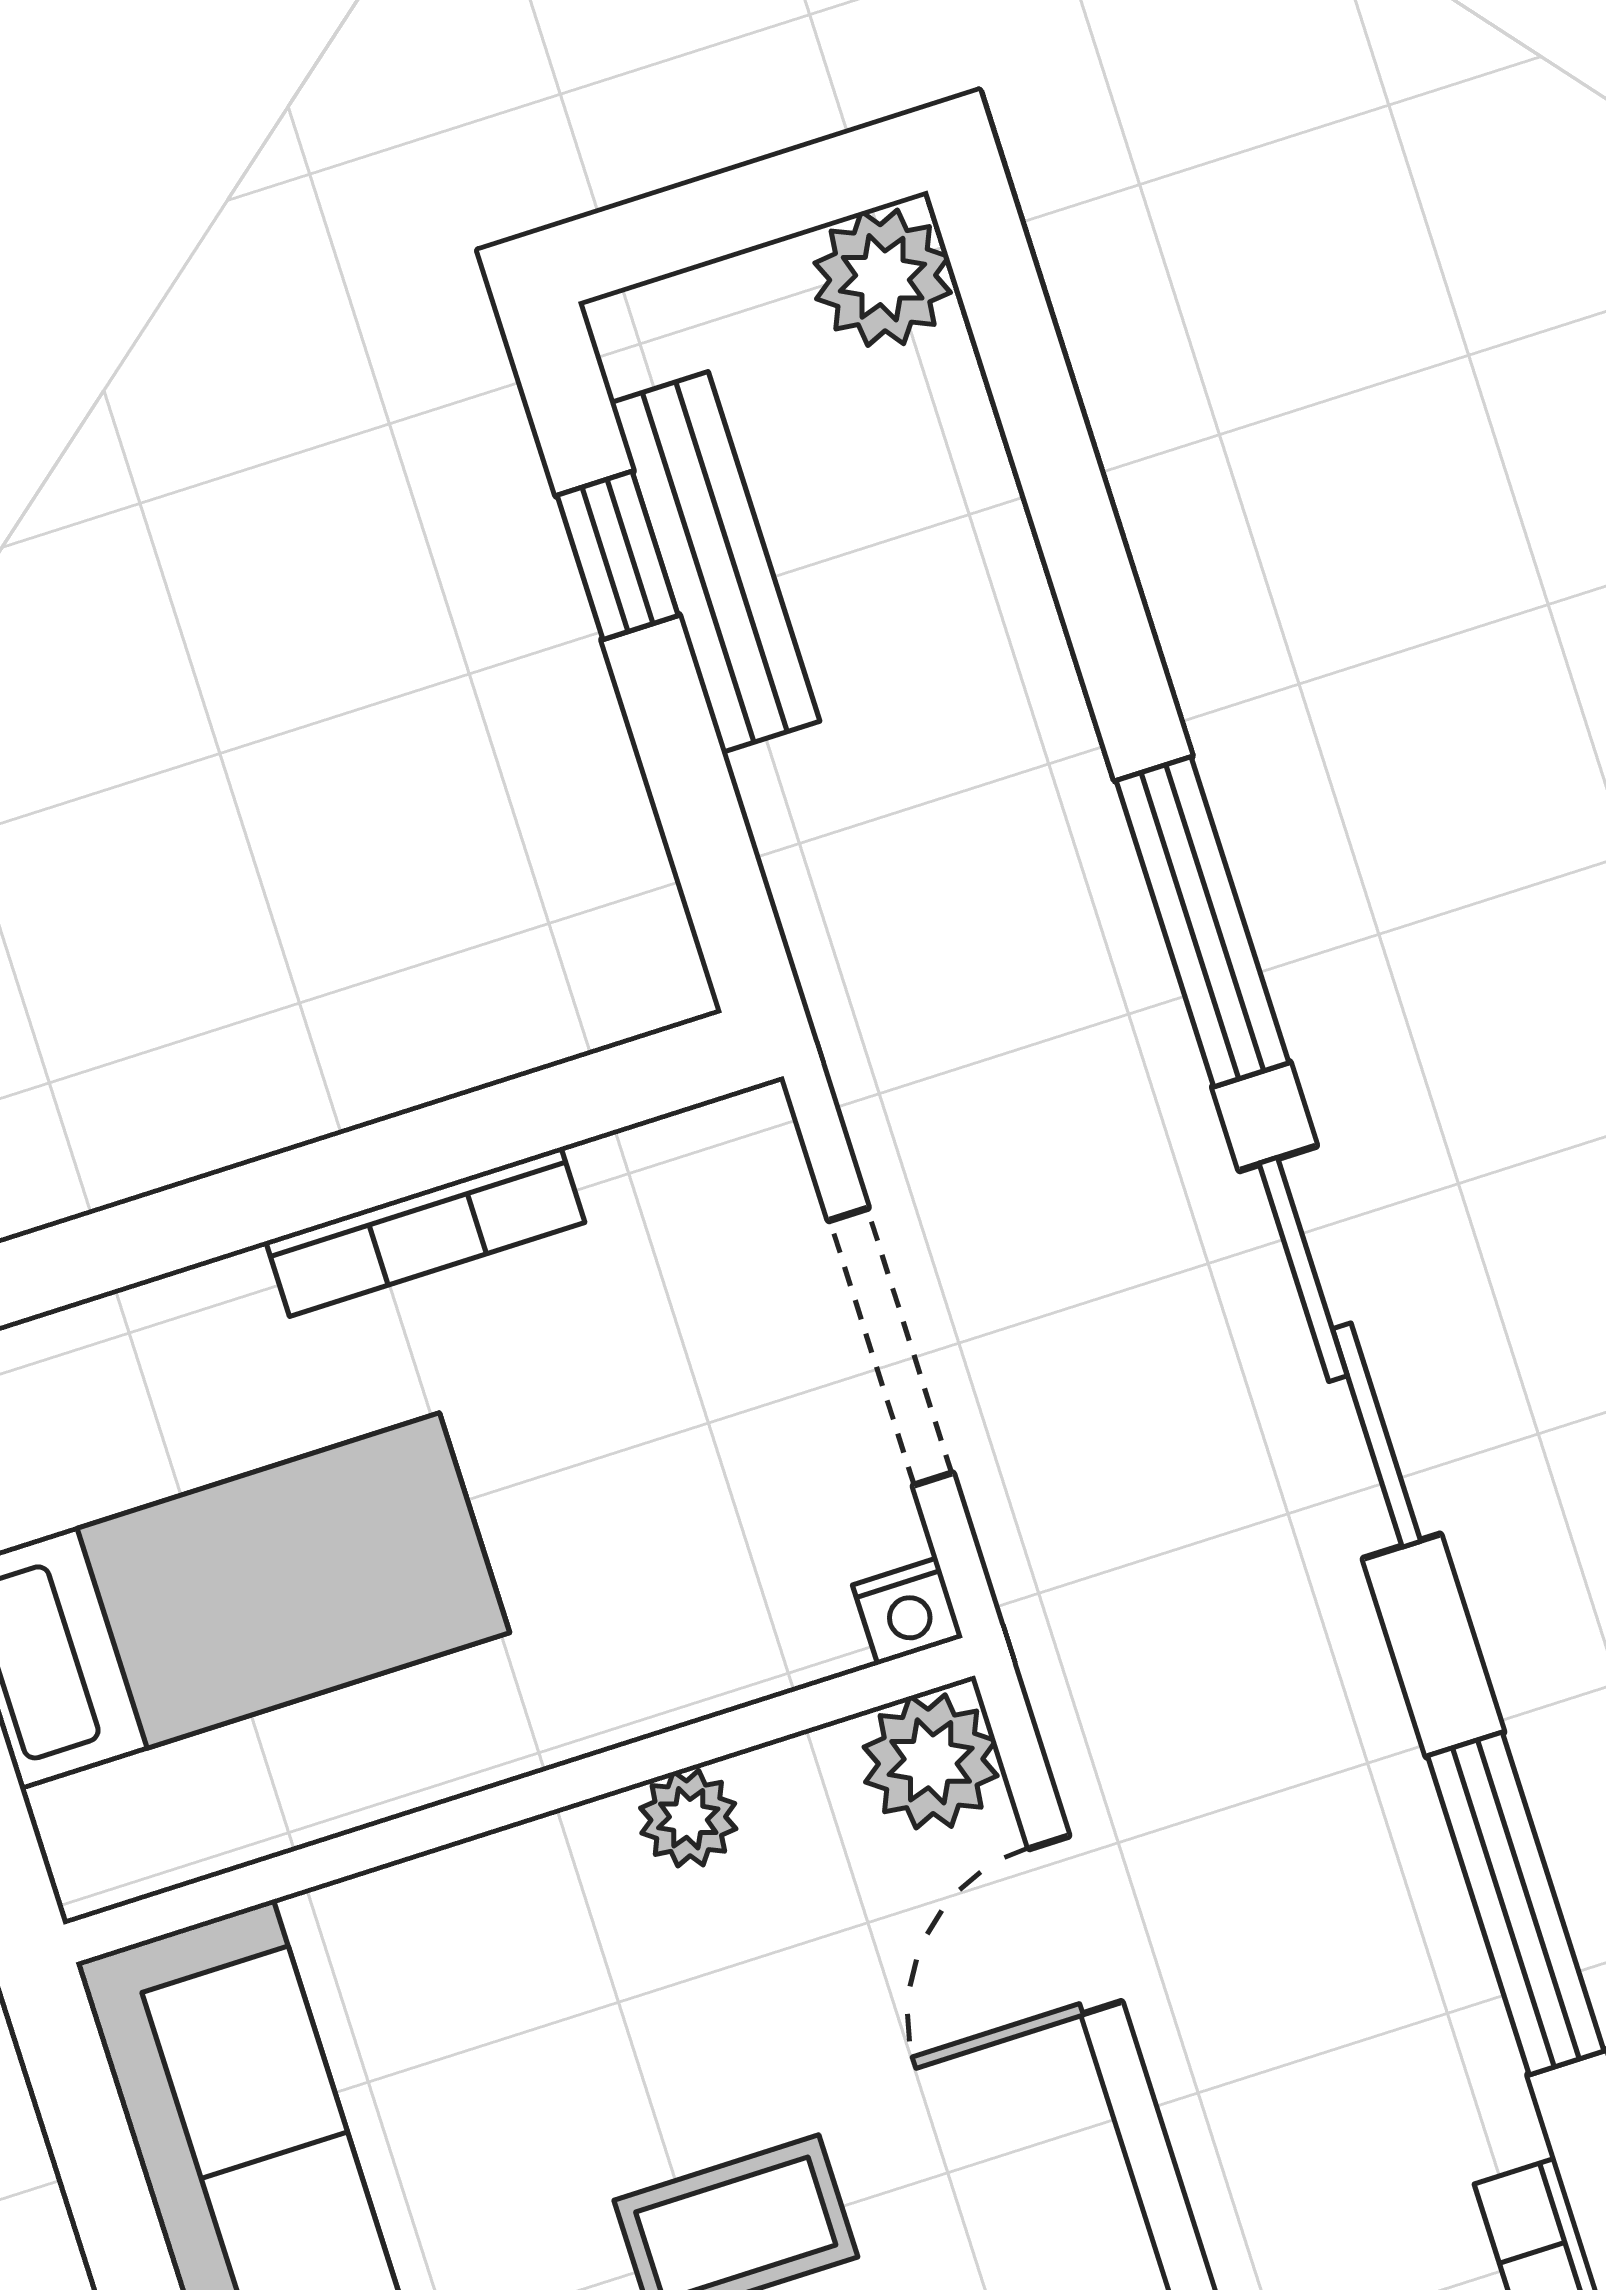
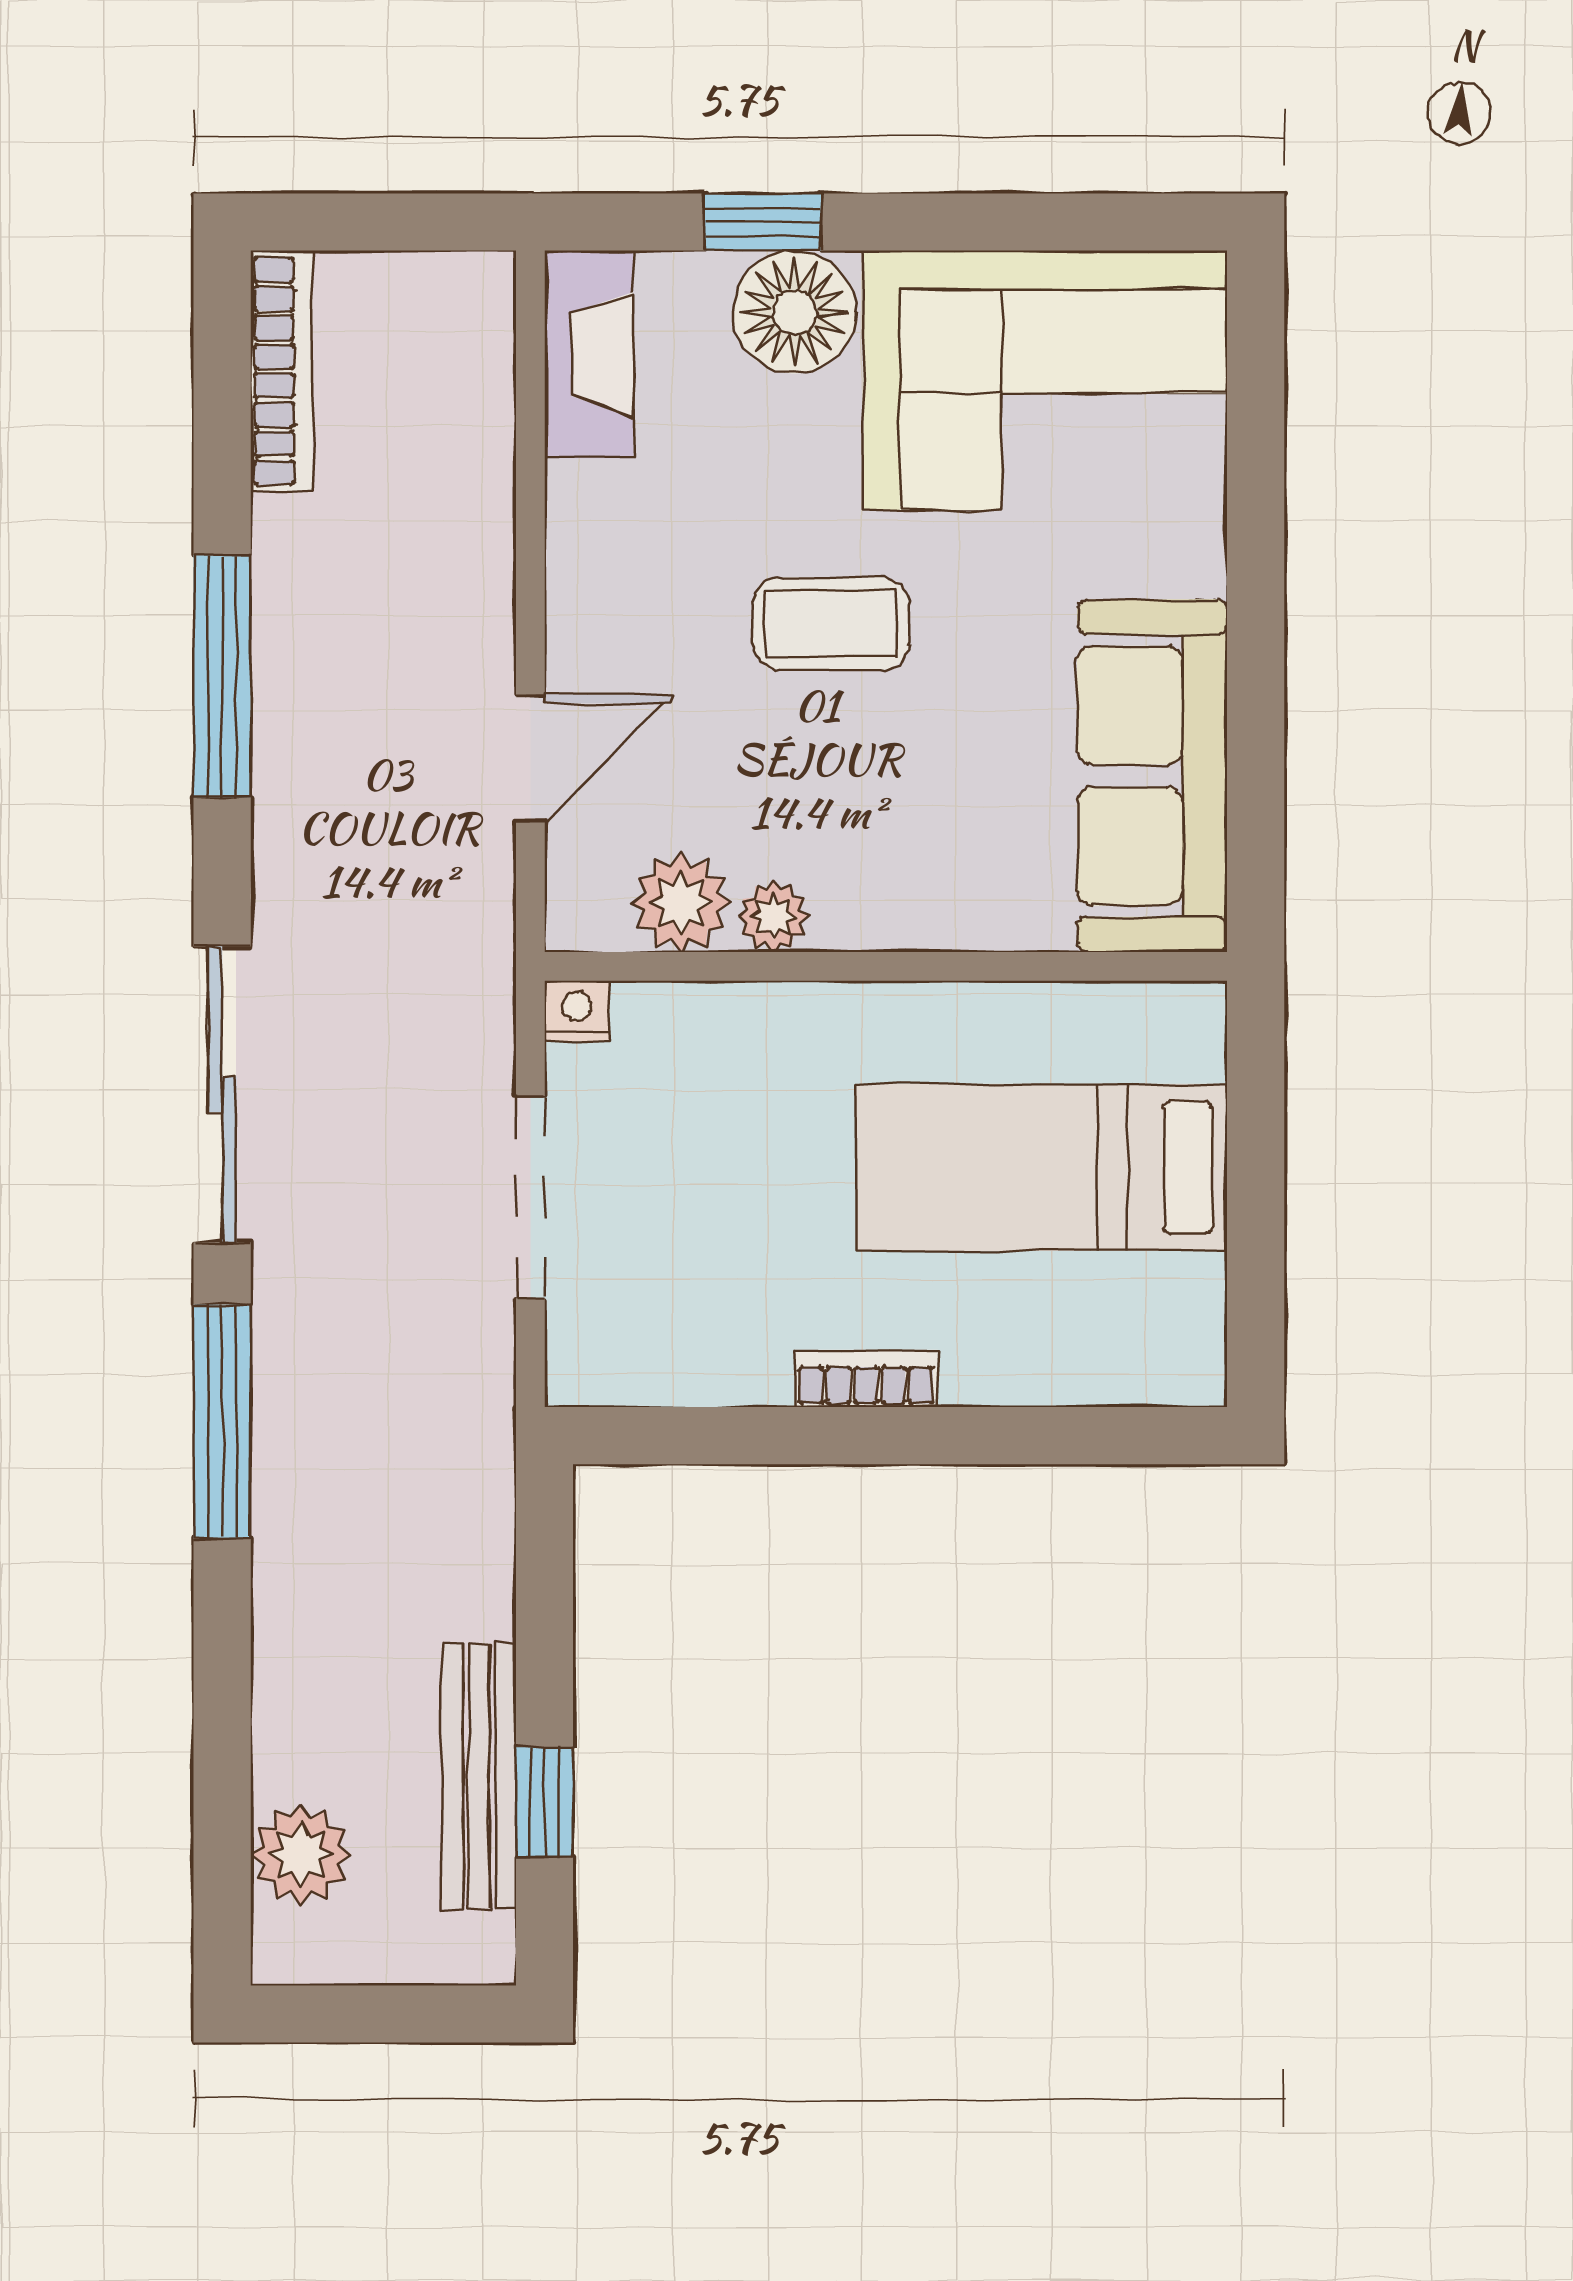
plant: (883, 278) -> (301, 1854), moved
bookcase: (425, 1232) -> (866, 1379), width x0.64
plant: (931, 1761) -> (681, 903), moved

